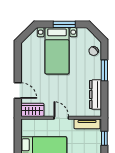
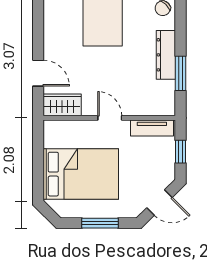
window: (104, 70) -> (180, 73), moved
dresser: (95, 95) -> (166, 55), moved

